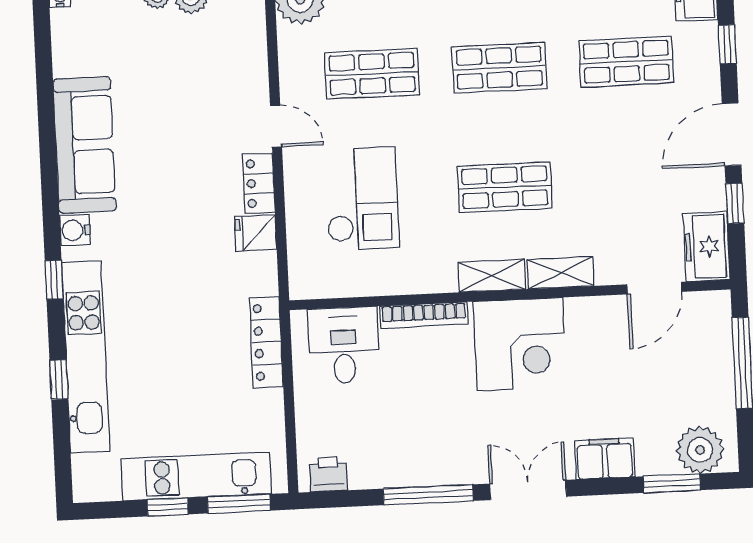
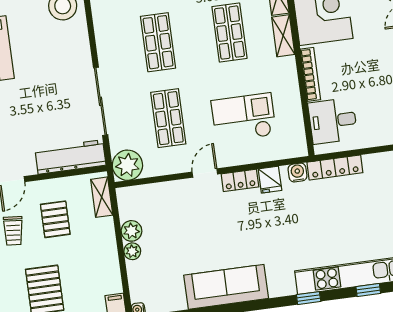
water cooler: (75, 230) -> (297, 173), moved, turned 180

